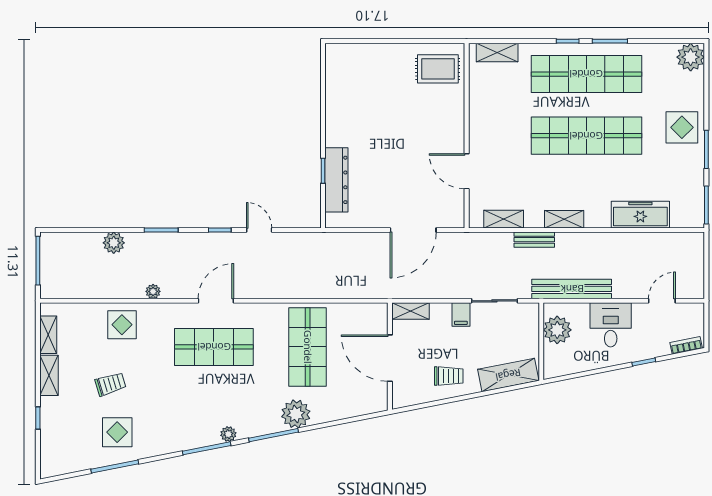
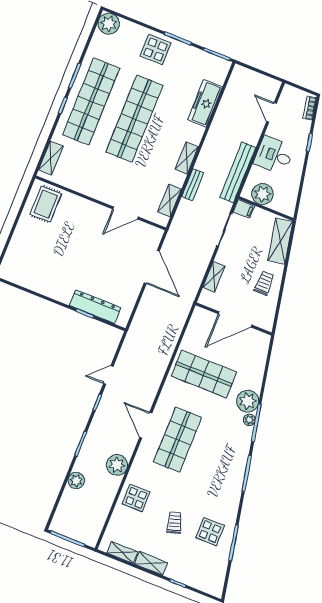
plant: (153, 291) -> (117, 465), width x1.88, depth x1.88
shelving: (410, 311) -> (214, 277), moved
filing cabinet: (461, 315) -> (244, 209), moved
plant: (228, 434) -> (249, 420), moved

